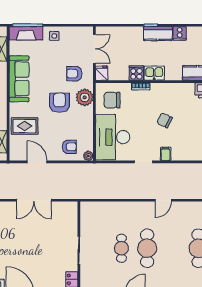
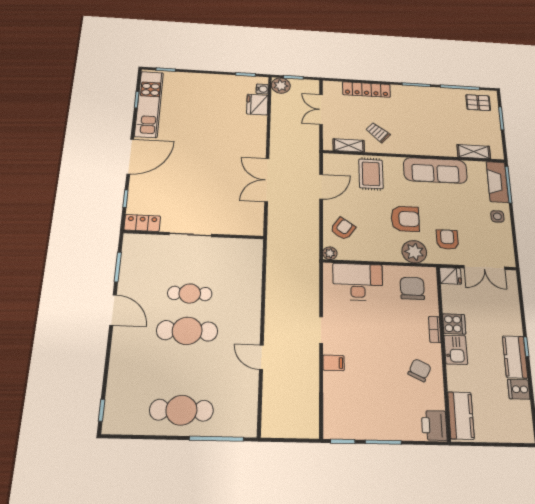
chair: (165, 120) -> (420, 370), moved
desk: (113, 137) -> (358, 282), width x0.73, depth x0.77
armchair: (69, 147) -> (343, 229), turned -145

